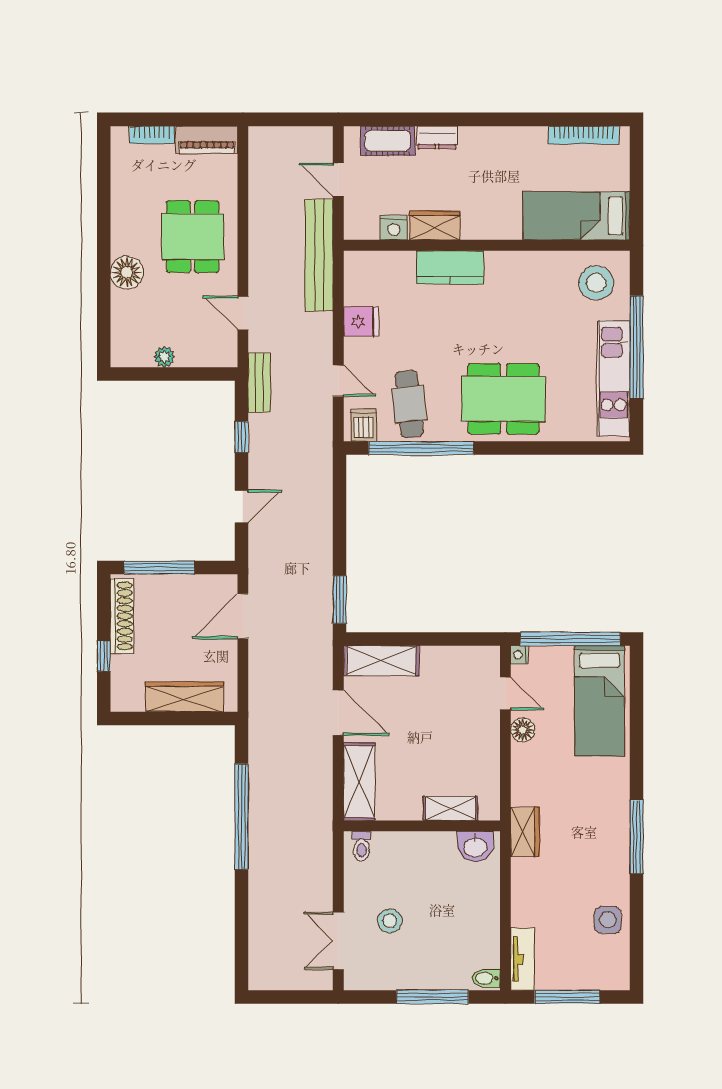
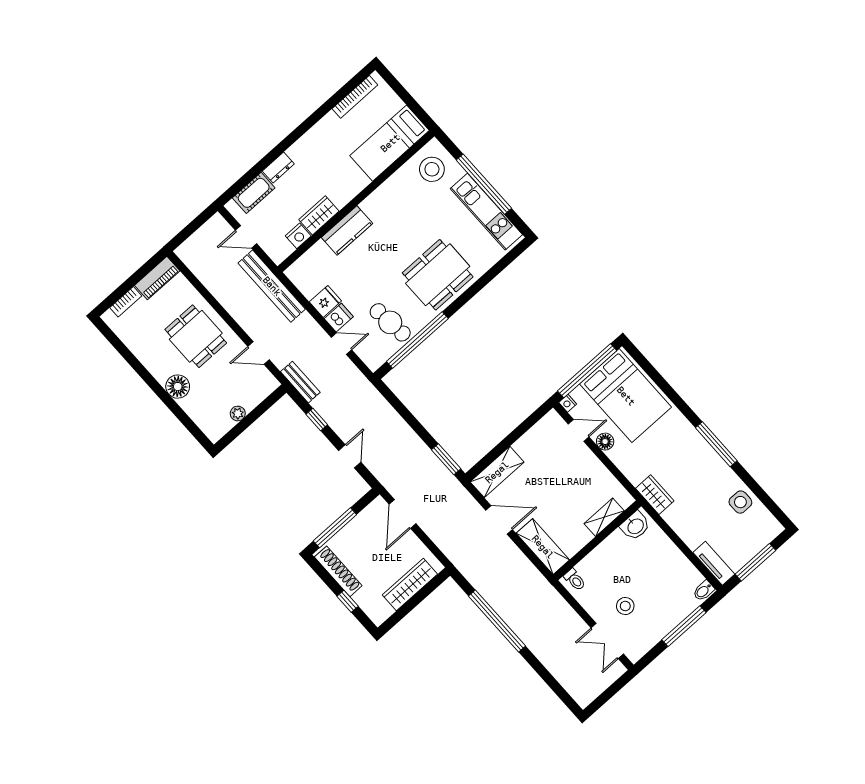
dishwasher: (363, 425) -> (339, 318), moved, turned 90
bed: (599, 701) -> (626, 396), width x1.50

